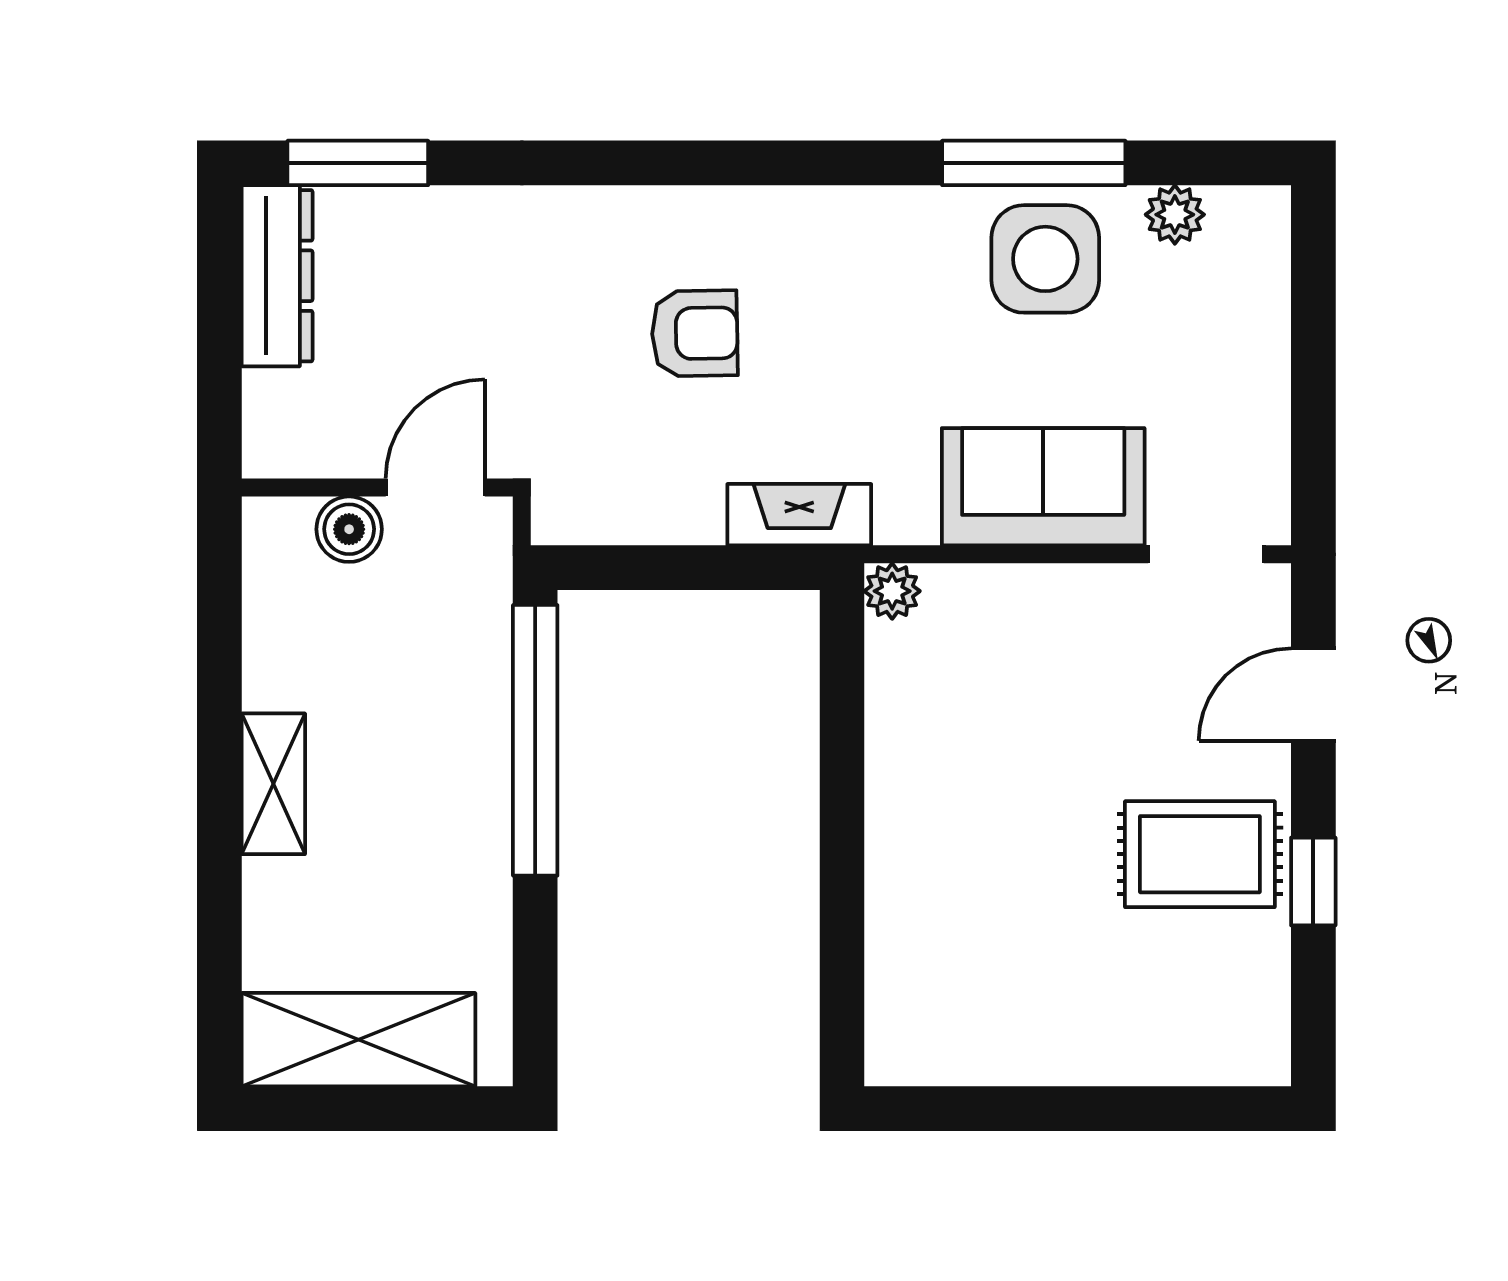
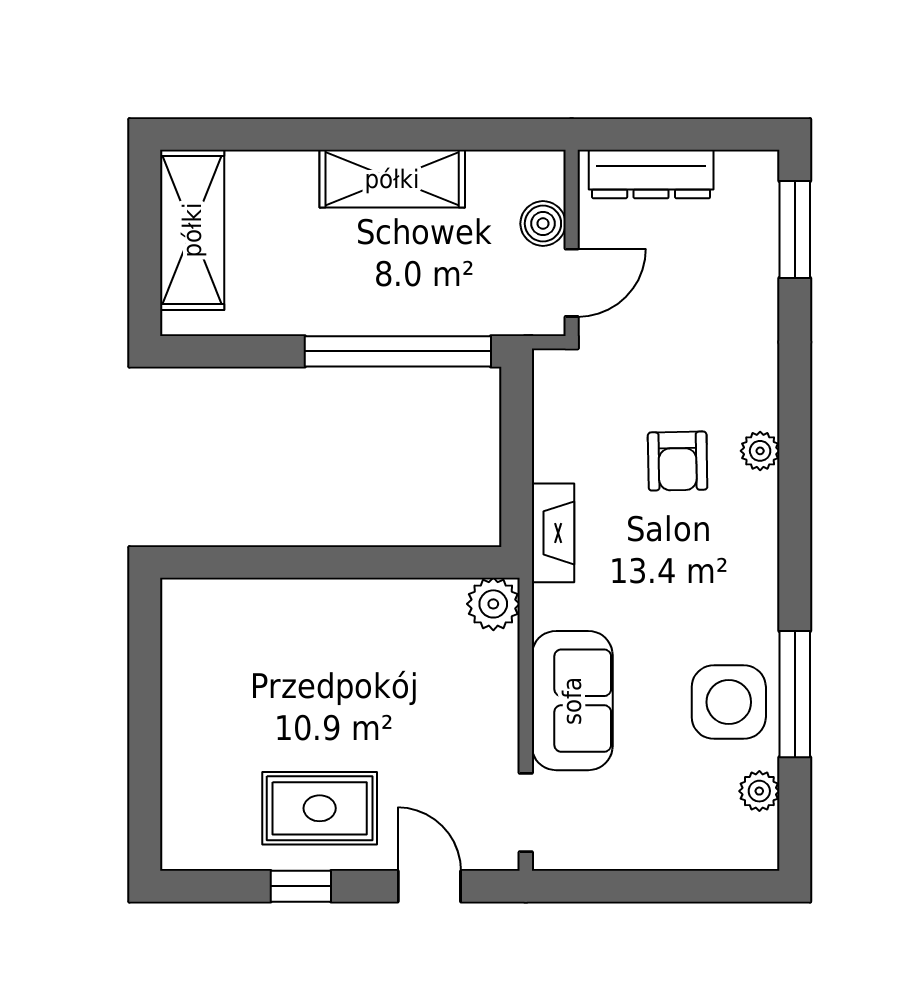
plant: (680, 213) -> (760, 451), added
dresser: (277, 276) -> (651, 174), moved
door: (435, 488) -> (572, 283), hinge flipped
plant: (892, 591) -> (493, 604), width x1.38, depth x1.38
shelving: (273, 784) -> (392, 179), width x1.50, depth x1.33
rug: (1200, 854) -> (320, 808), turned 90

